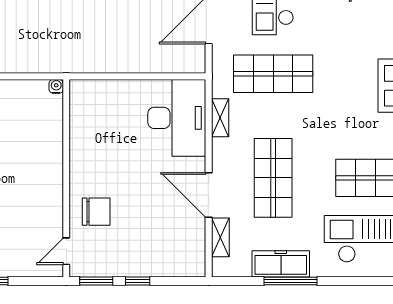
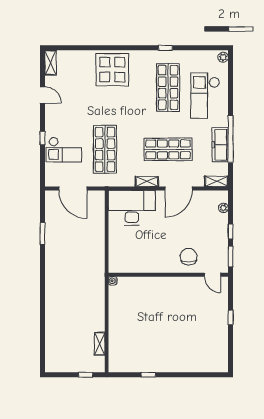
shelving: (220, 118) -> (147, 181), moved
shelving: (220, 237) -> (216, 181), moved
plant: (177, 269) -> (223, 208), added
window: (291, 281) -> (231, 139), width x1.46

